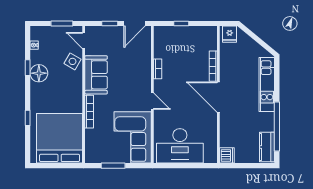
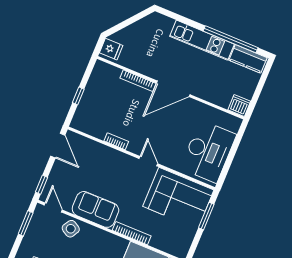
window: (110, 24) -> (42, 185), moved
door: (84, 40) -> (53, 207), swing flipped
kitchen unit: (267, 85) -> (202, 40), moved
door: (152, 101) -> (148, 161), hinge flipped
window: (113, 166) -> (206, 216), moved

